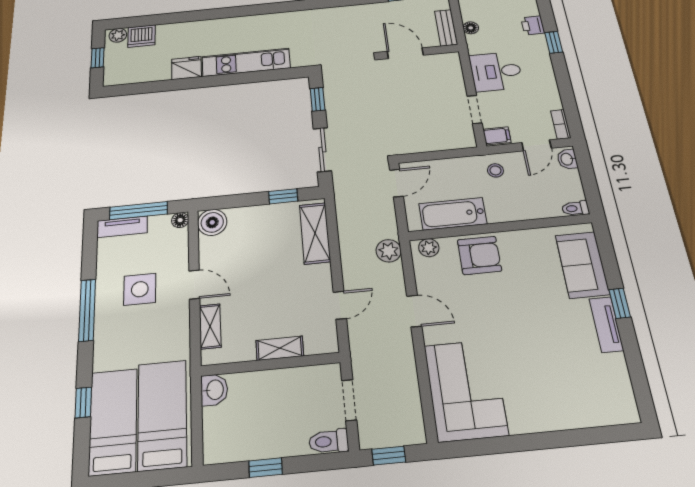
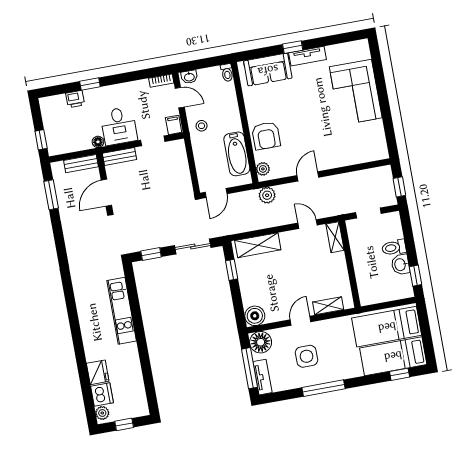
floor lamp: (471, 28) -> (98, 142), moved
fridge: (186, 68) -> (98, 372), moved, turned 180
bench: (454, 70) -> (120, 156), added
door: (396, 183) -> (216, 193), swing flipped
floor lamp: (180, 220) -> (261, 342), width x1.89, depth x1.89
armchair: (479, 255) -> (266, 136), turned 180
shelving: (280, 348) -> (335, 237), moved
washbasin: (214, 390) -> (400, 265), moved, turned -90
corner sofa: (466, 390) -> (356, 92), moved, turned -90
window: (83, 402) -> (400, 374), moved
toilet: (329, 441) -> (394, 248), moved, turned 90
window: (266, 468) -> (416, 276), moved

